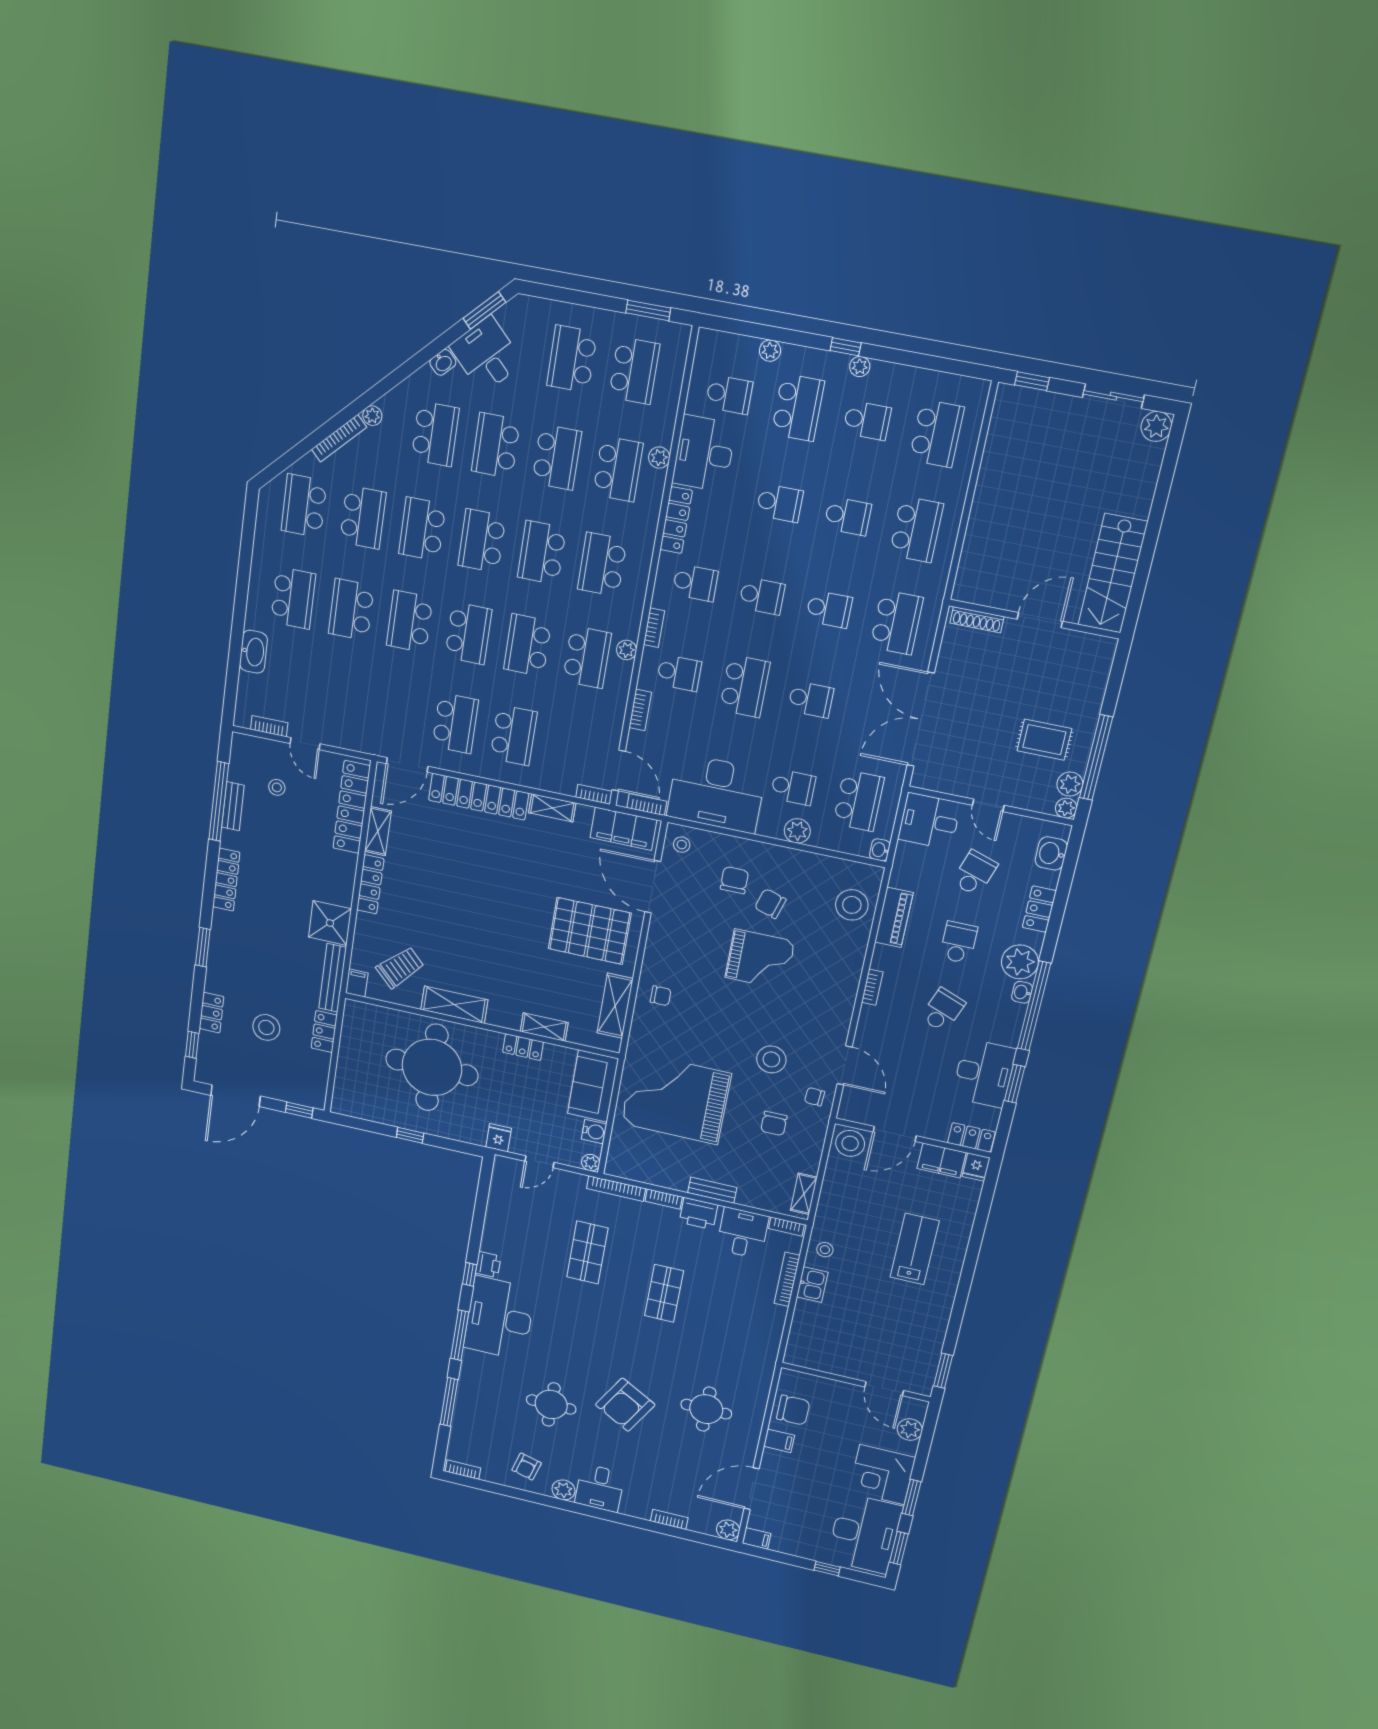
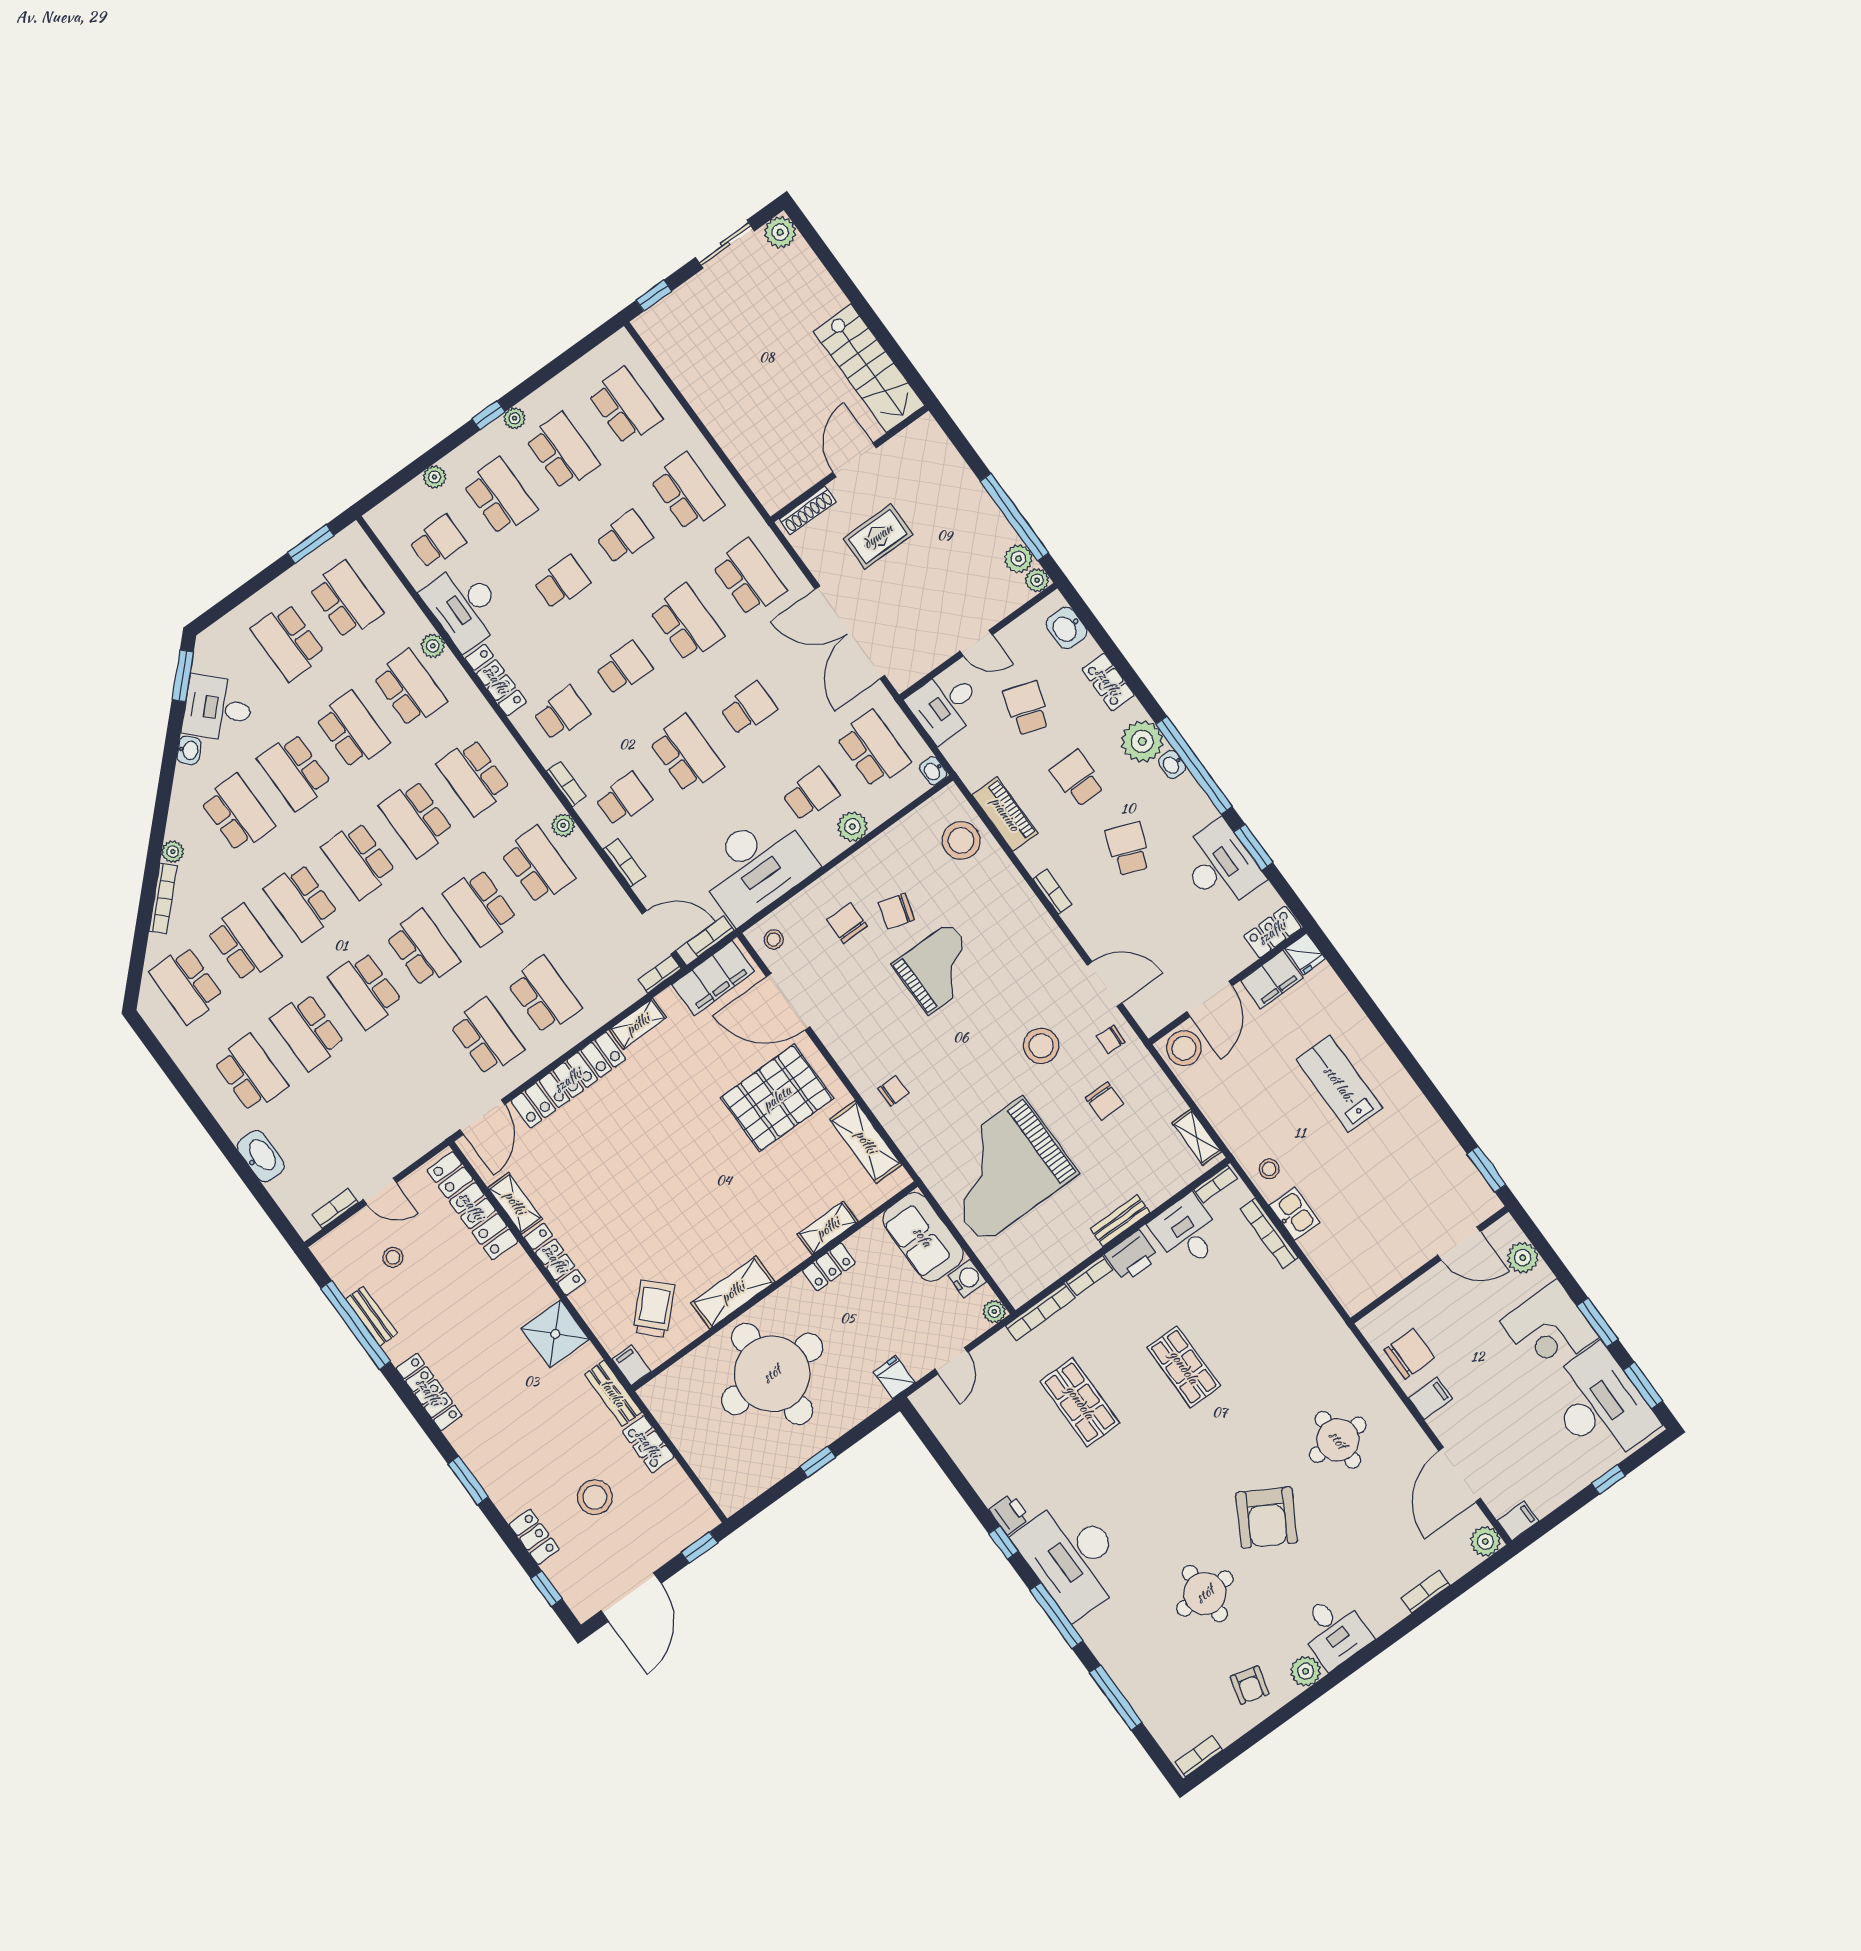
school desk: (867, 420) -> (562, 451), width x1.85
school desk: (829, 609) -> (687, 623), width x1.85
rug: (1044, 740) -> (878, 536), moved
bench: (332, 978) -> (613, 1393), width x0.73

